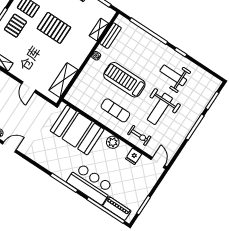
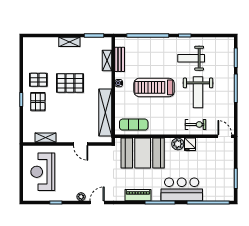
shelving: (64, 80) -> (105, 112), width x1.47
exercise mat: (115, 110) -> (134, 125), moved
fridge: (134, 156) -> (190, 144), moved
piano: (117, 208) -> (138, 195), moved

